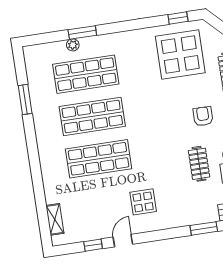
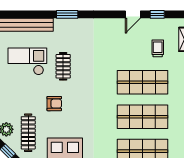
armchair: (203, 116) -> (54, 104), turned -90
display table: (143, 202) -> (112, 43), removed
trolley: (86, 203) -> (158, 48), added

